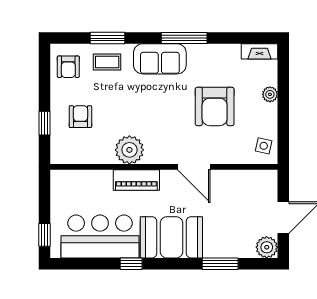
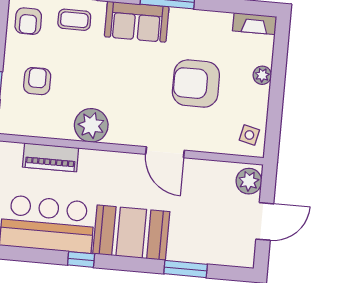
armchair: (215, 107) -> (196, 84), turned 90
piano: (136, 180) -> (51, 157), moved
plant: (267, 247) -> (249, 181), moved

